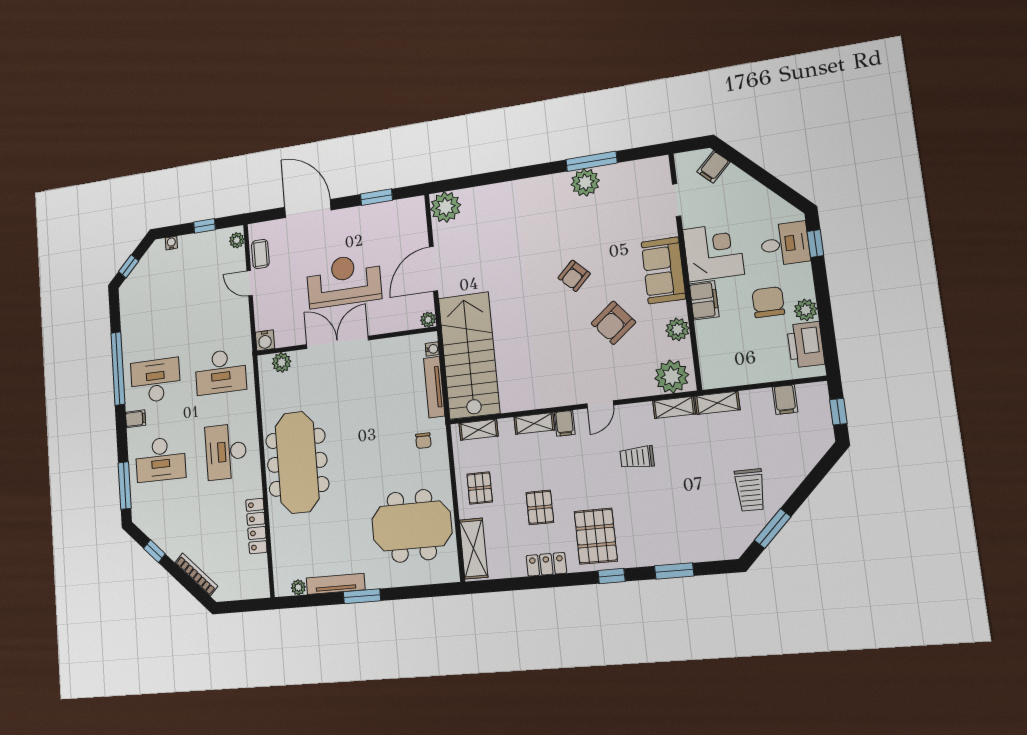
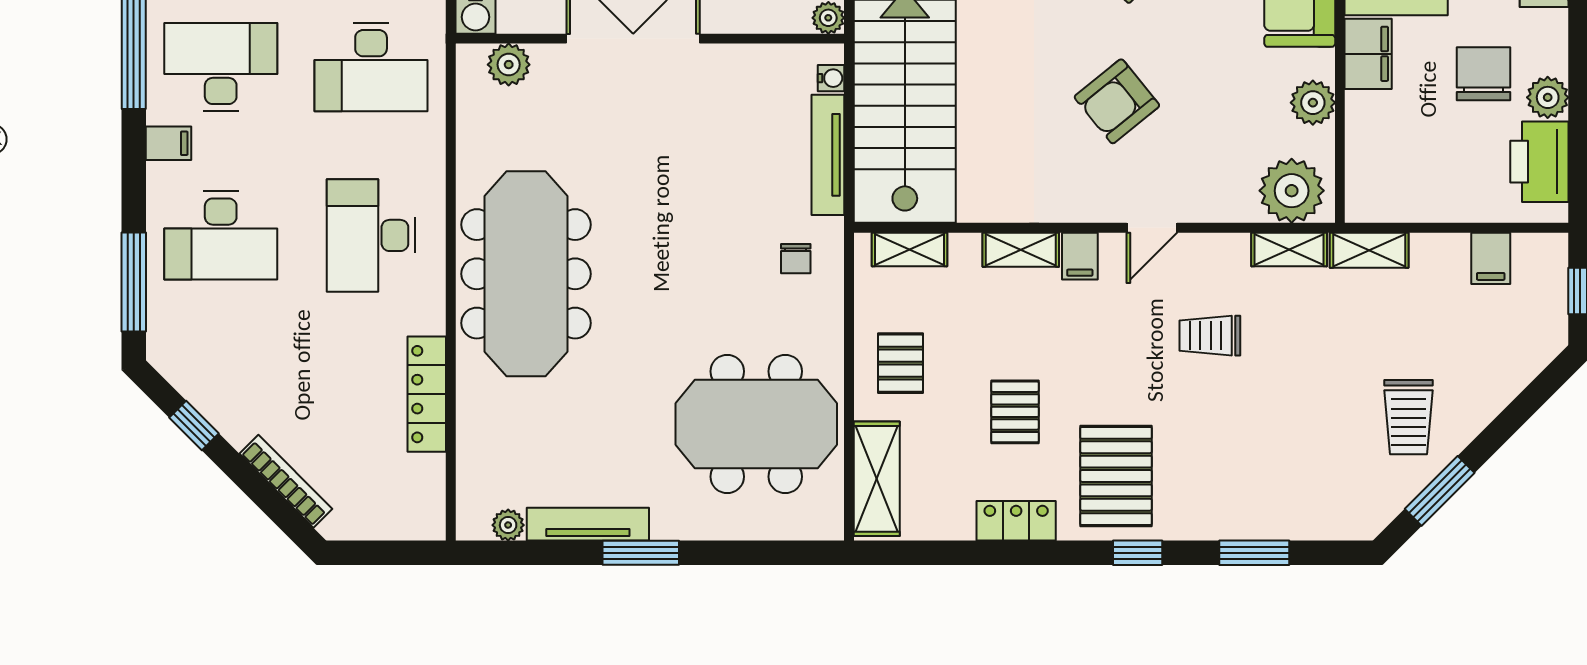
armchair: (613, 323) -> (1117, 101), moved

